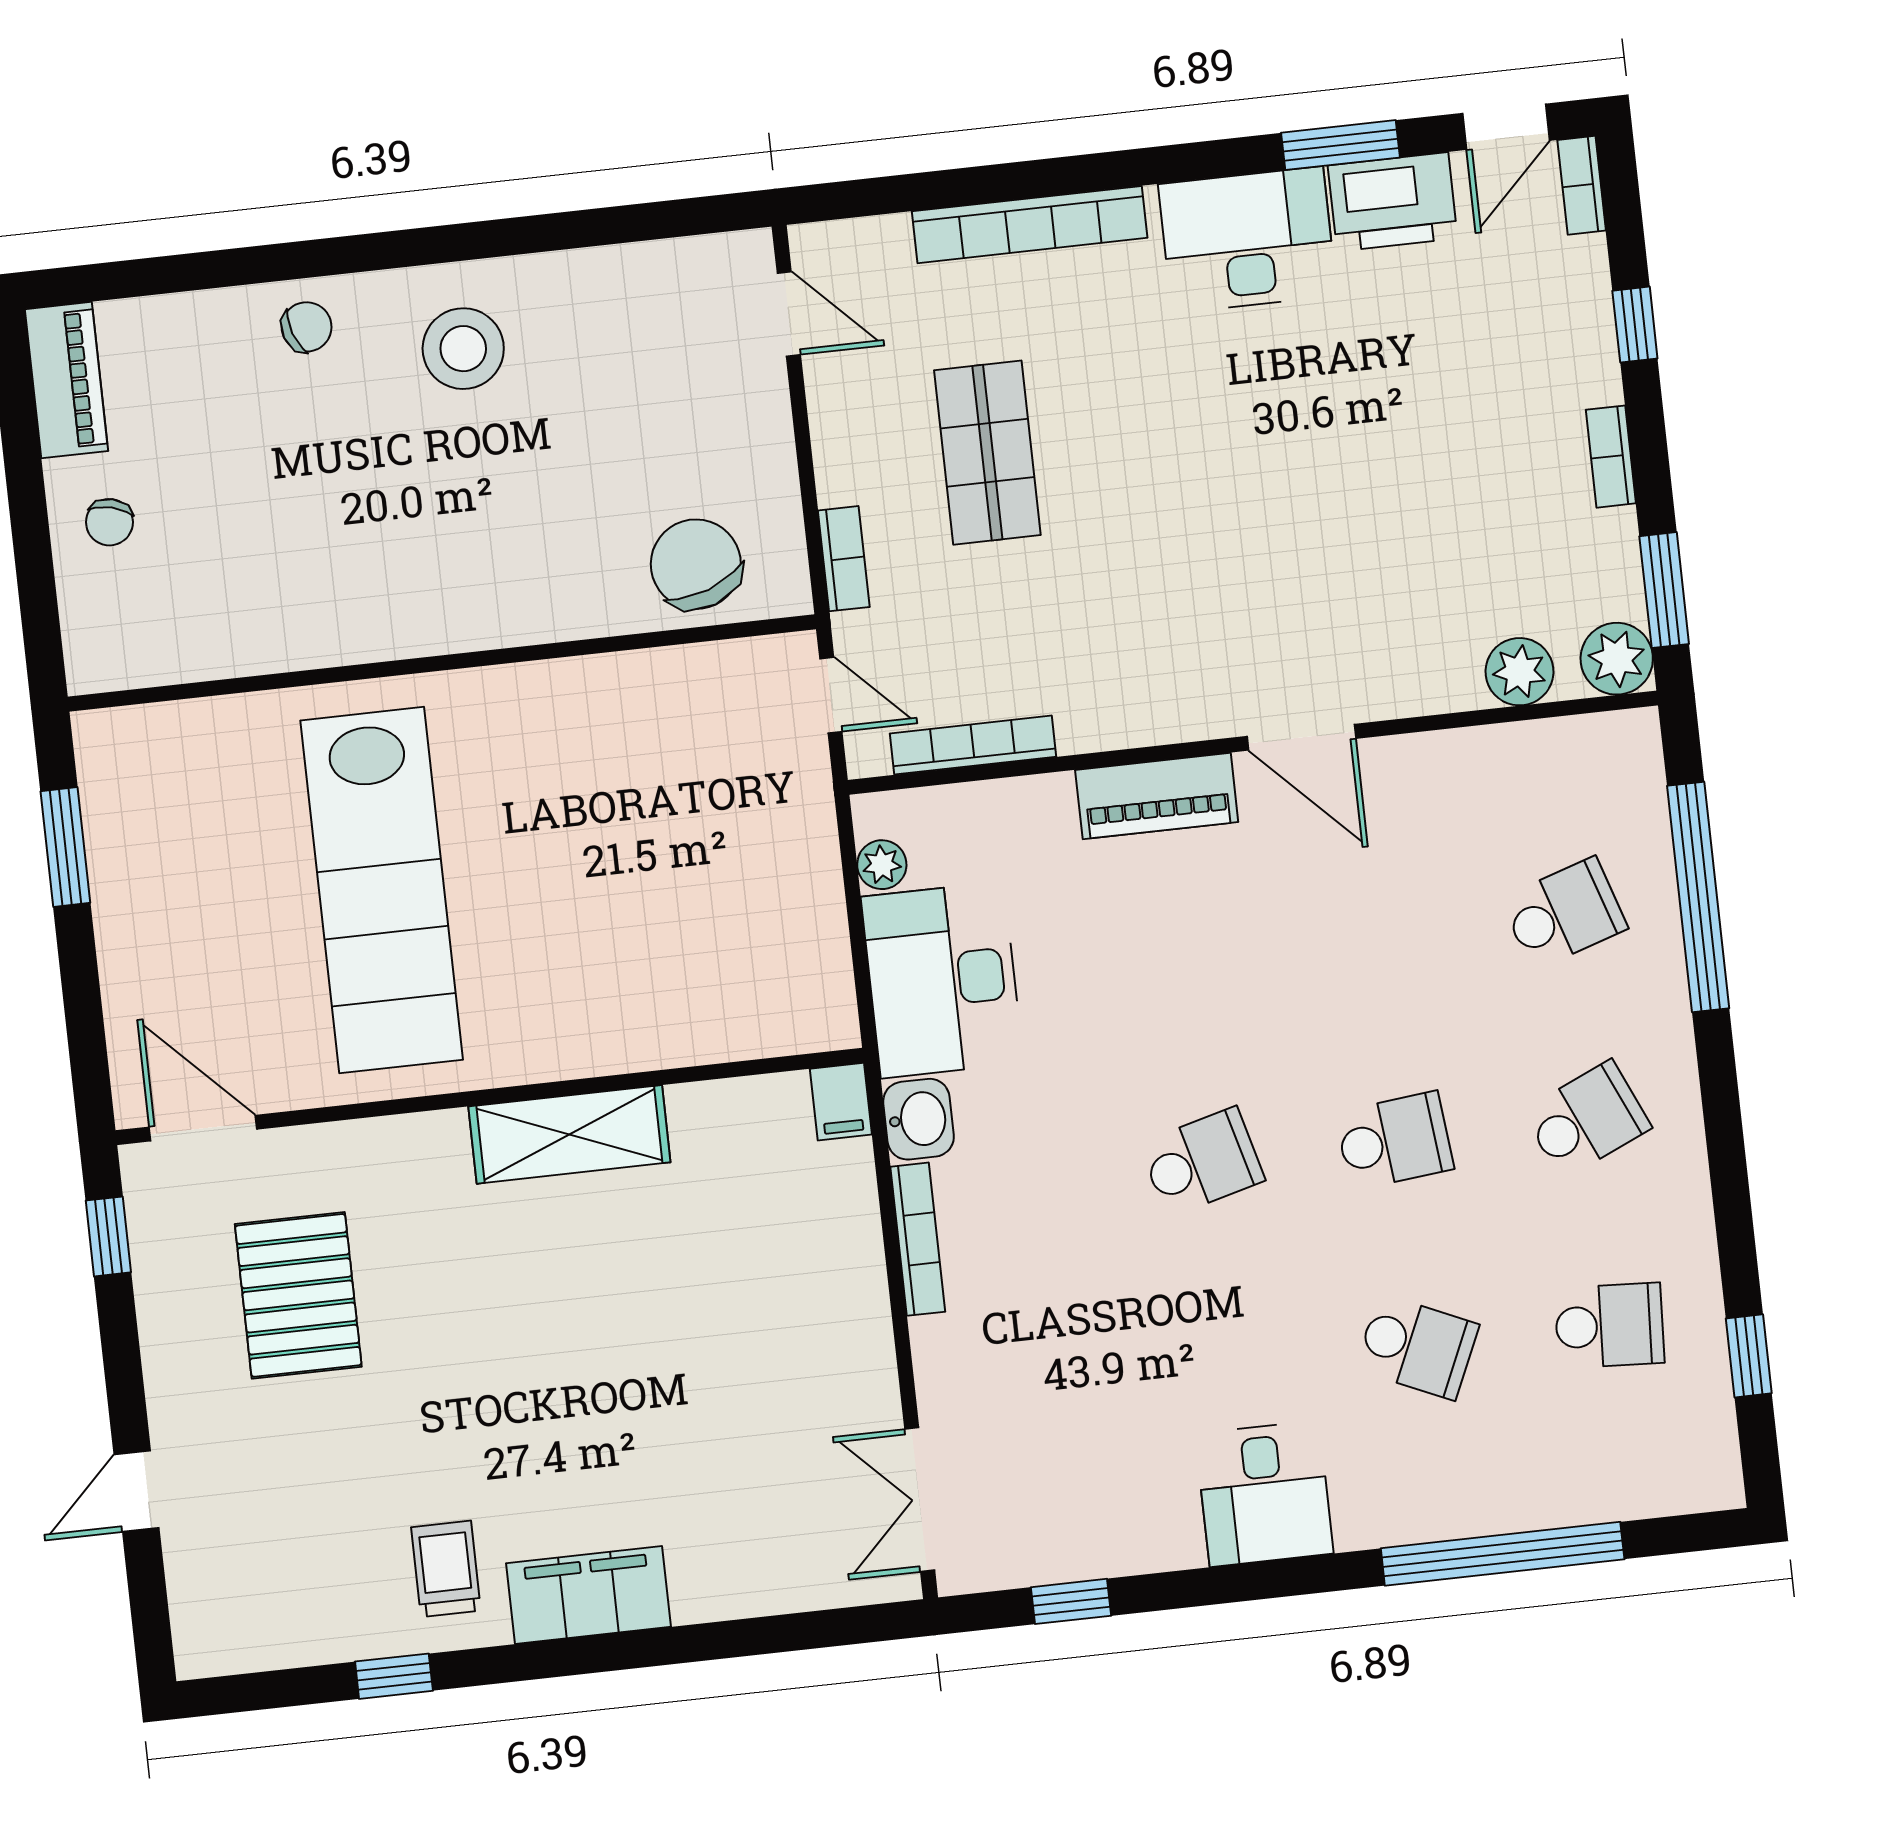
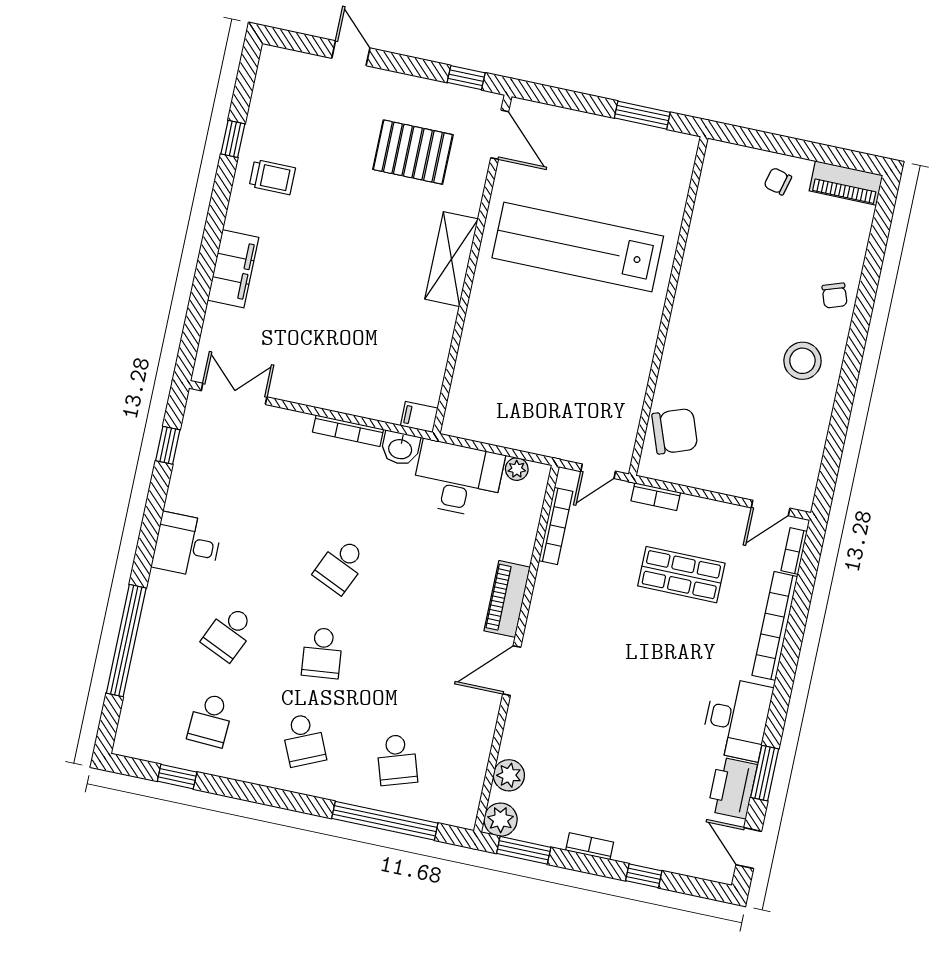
bookcase: (1582, 185) -> (794, 551), moved, turned -90
door: (203, 1128) -> (500, 135), hinge flipped
shelving: (569, 1134) -> (451, 259), moved
school desk: (1202, 1162) -> (341, 566), turned 39
filing cabinet: (589, 1595) -> (233, 269), moved

